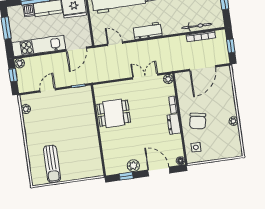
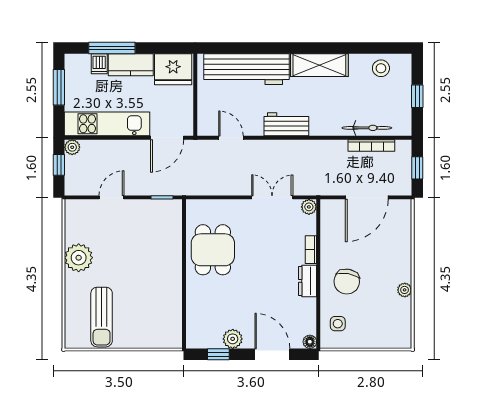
plant: (26, 109) -> (79, 258), moved, width x1.87, depth x1.87
dining table: (114, 113) -> (213, 250), turned 90

